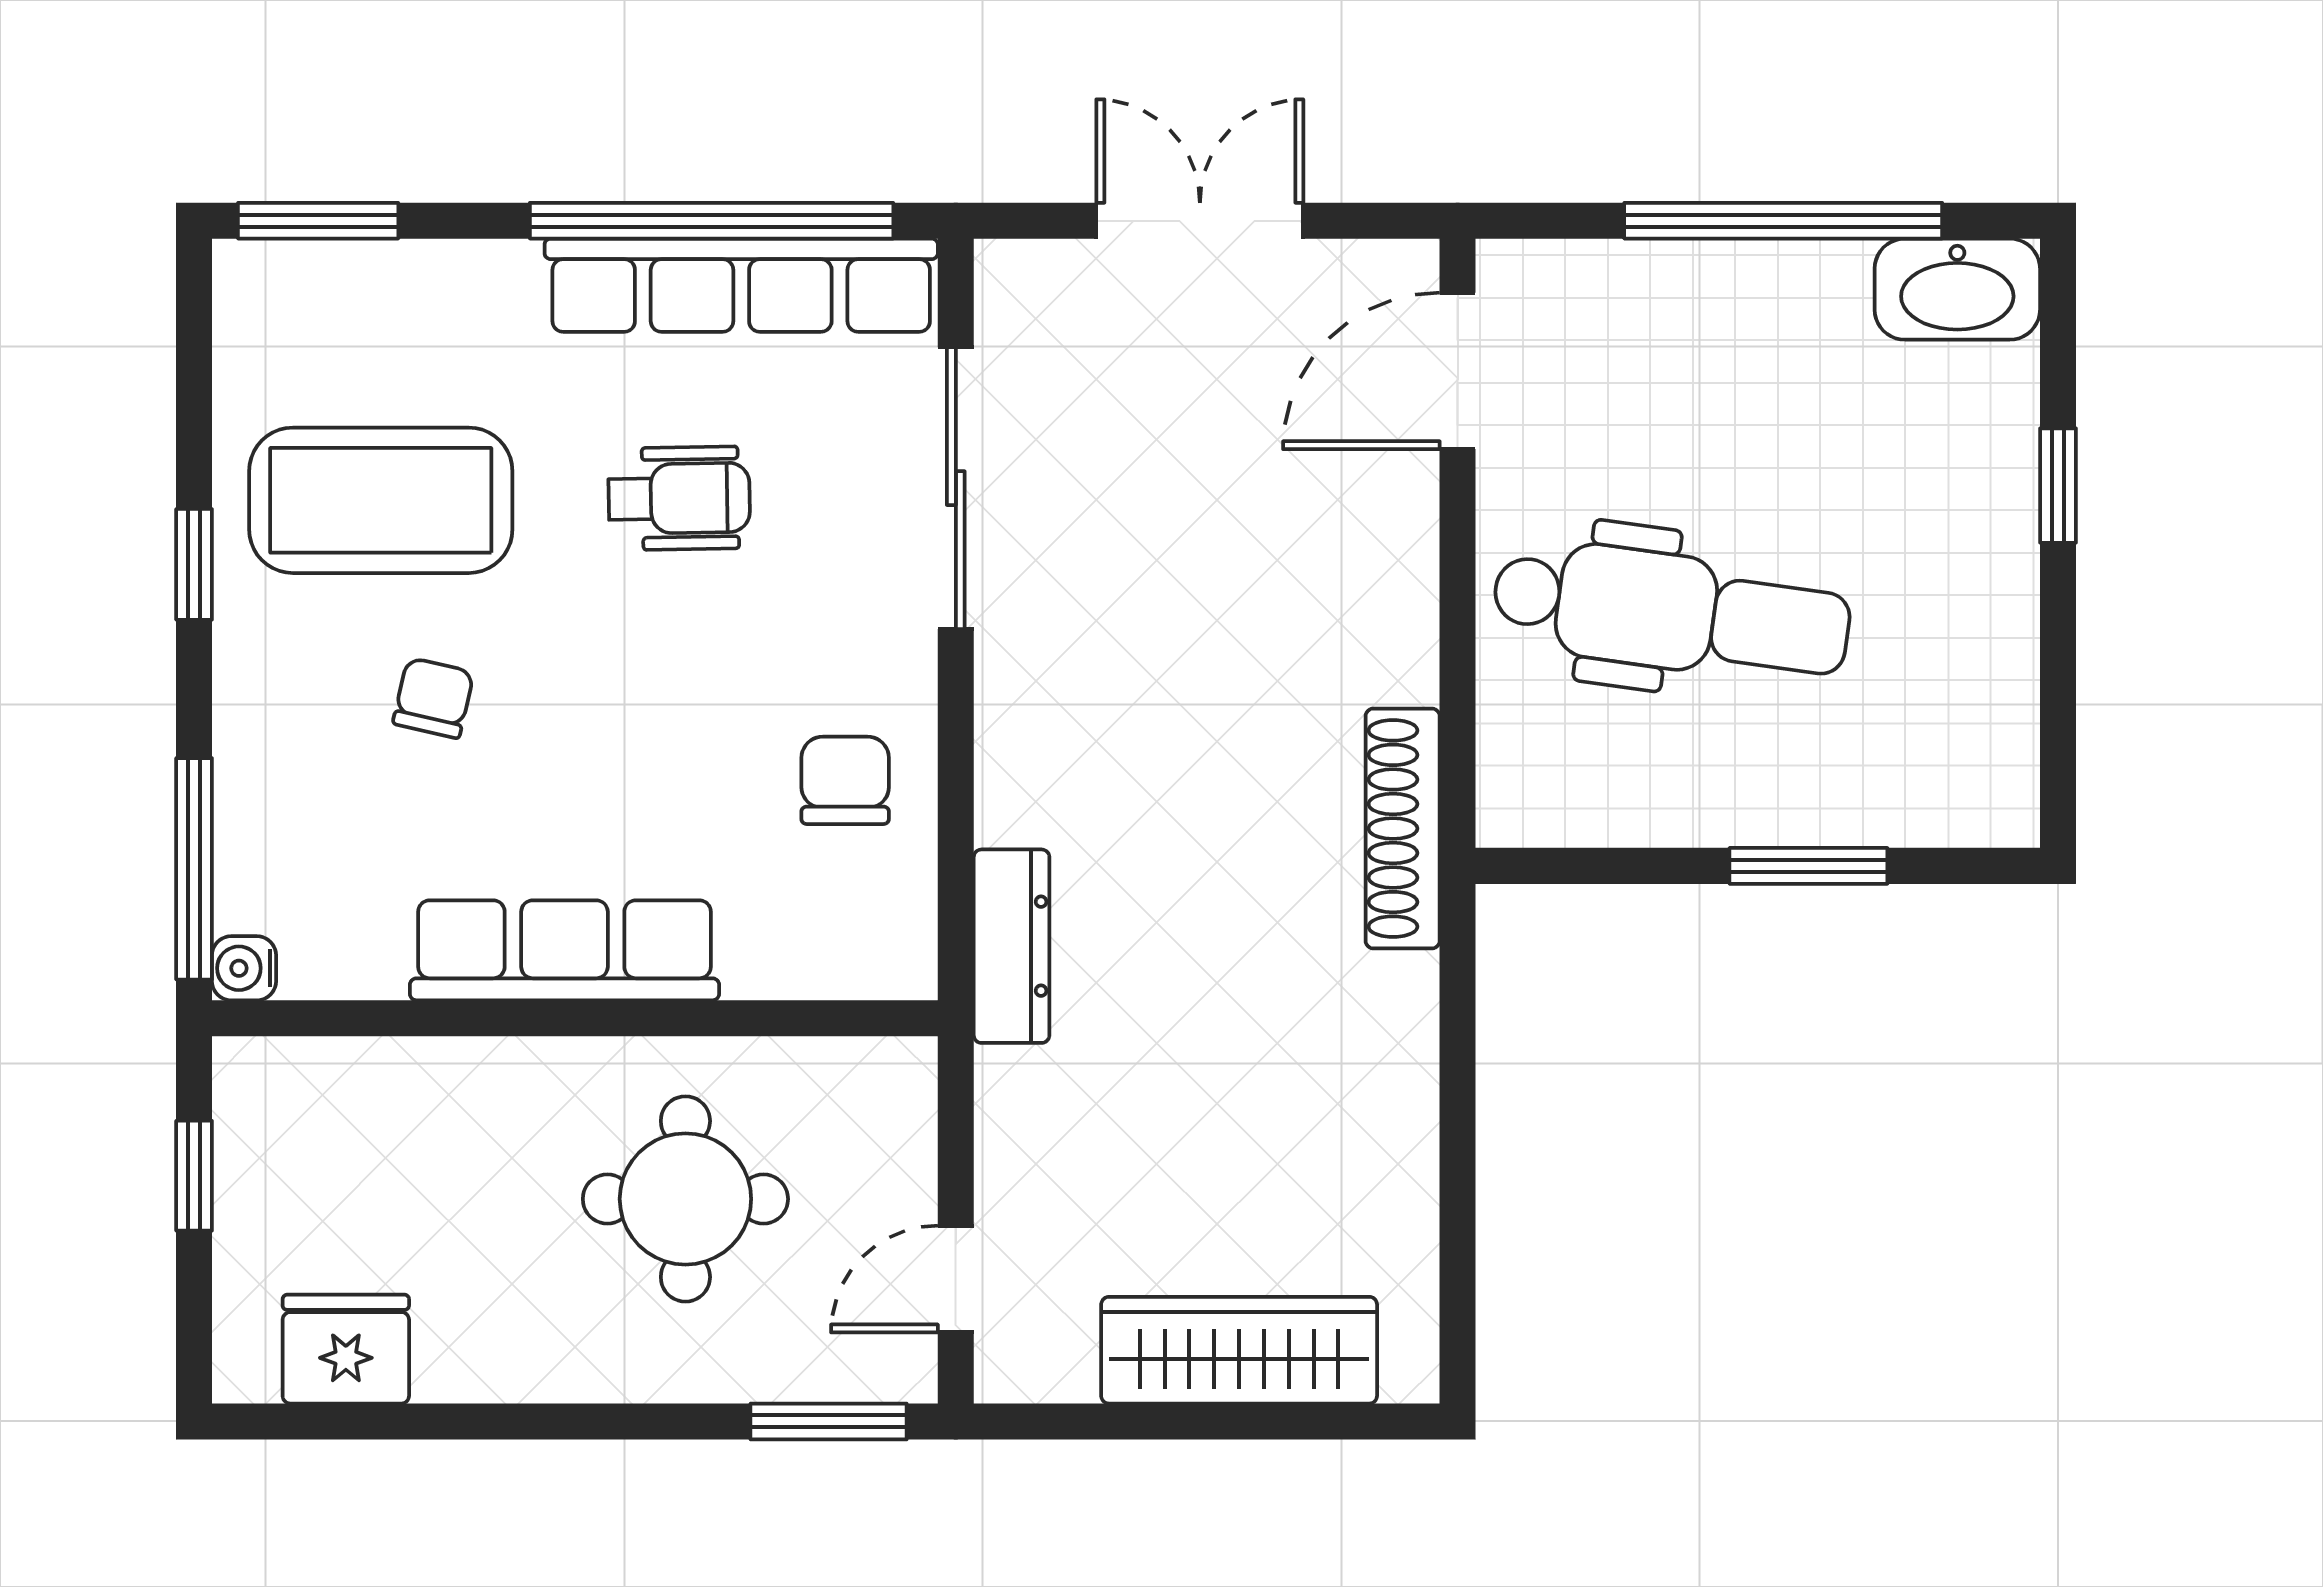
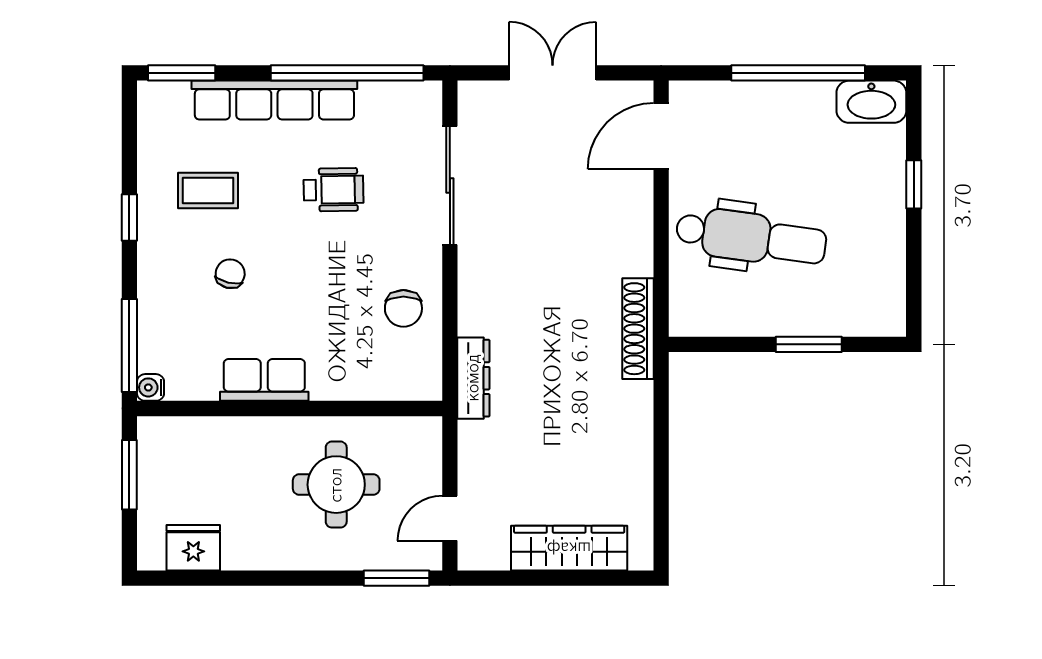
row of seats: (741, 285) -> (274, 100), moved
coffee table: (381, 500) -> (208, 191), width x0.54, depth x0.58
chair: (845, 780) -> (403, 308), turned 180
row of seats: (564, 950) -> (264, 380), width x0.68
window: (194, 1176) -> (129, 475), width x1.50

